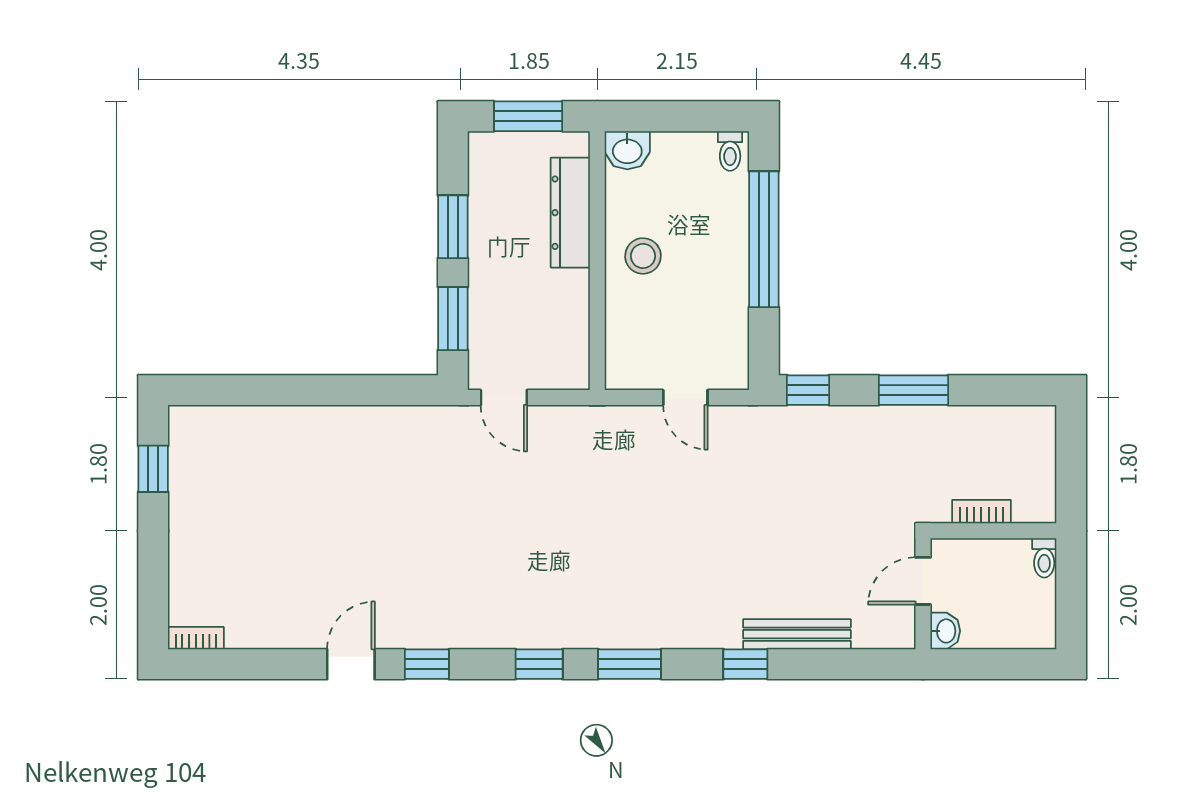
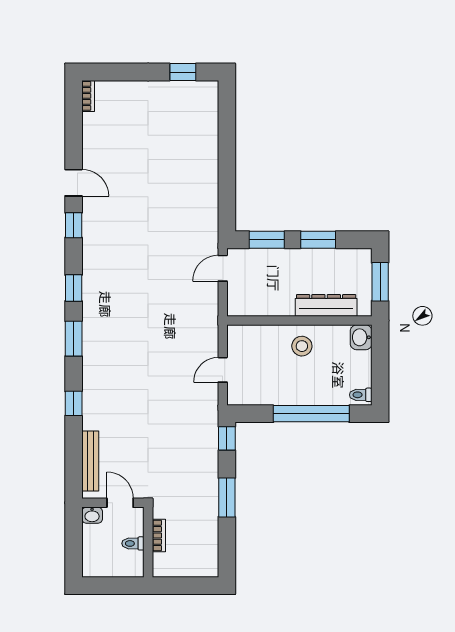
toilet: (1044, 558) -> (133, 543), moved
bench: (797, 634) -> (90, 461), moved

